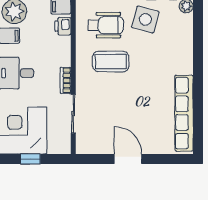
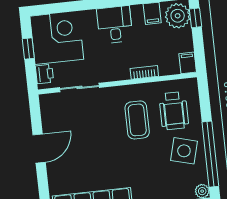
printer: (63, 26) -> (44, 74), moved, turned 90
bookcase: (65, 80) -> (144, 72), moved

